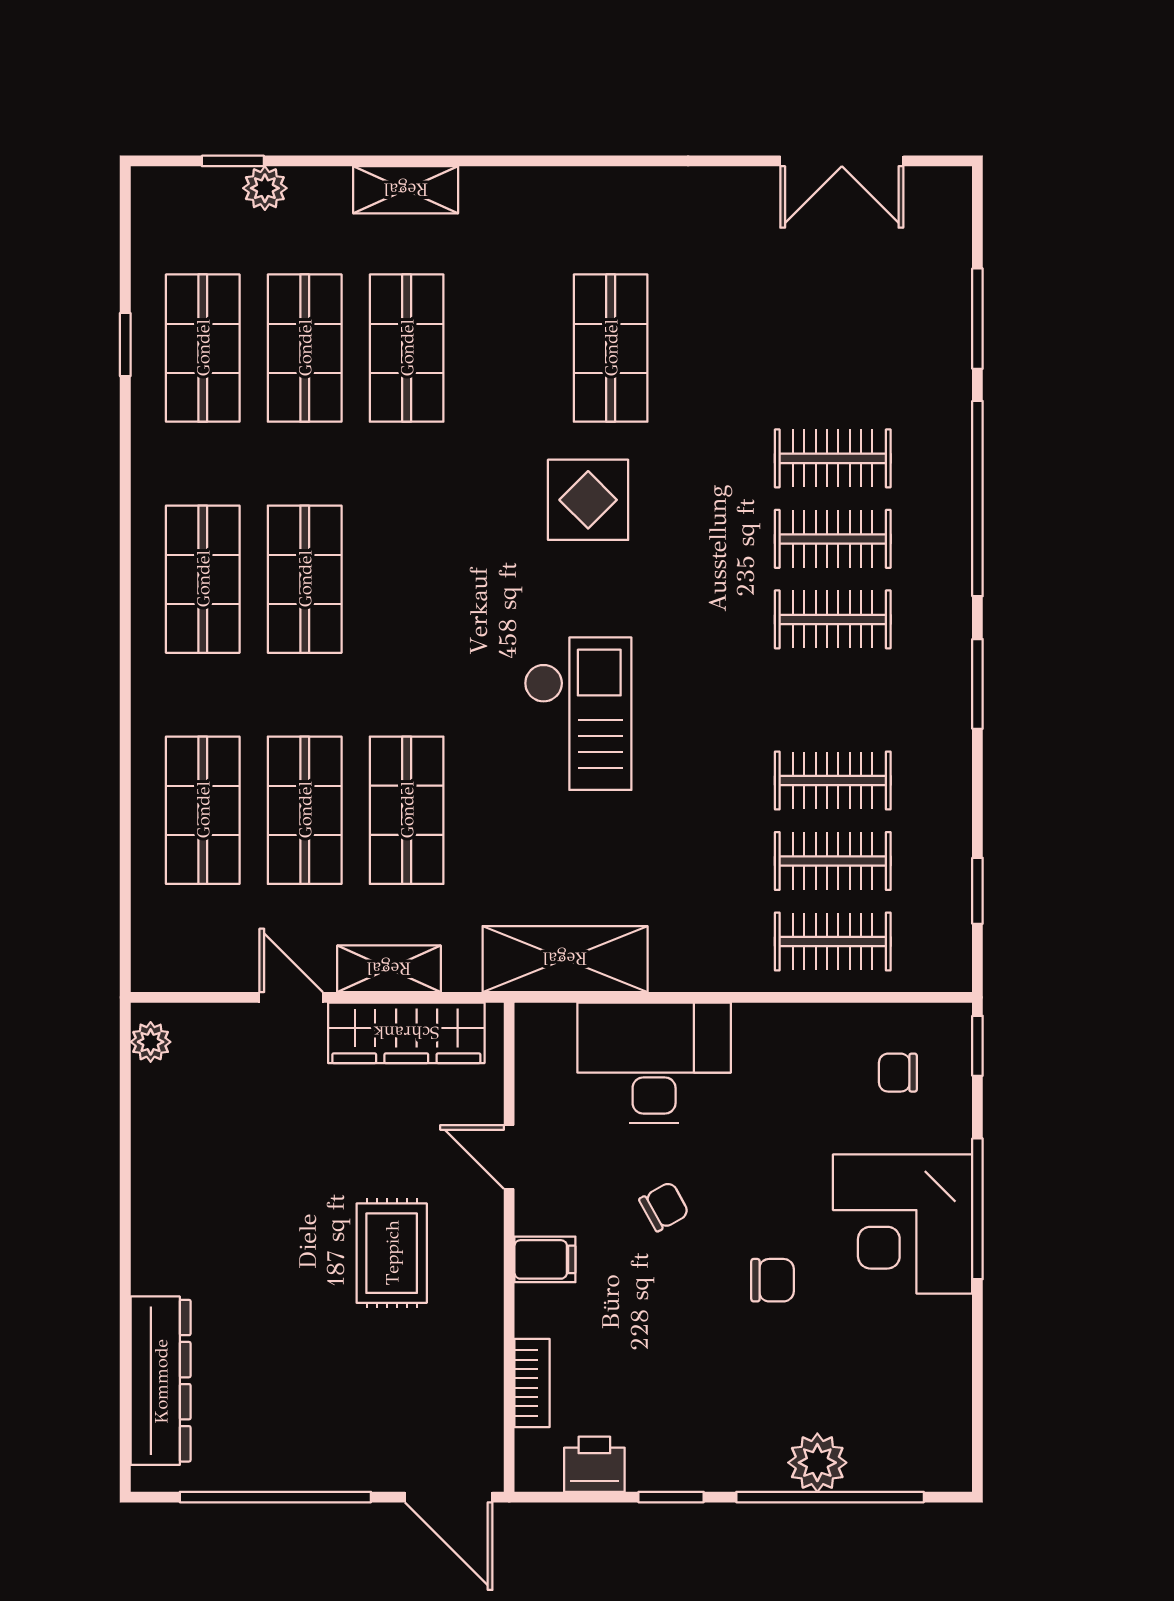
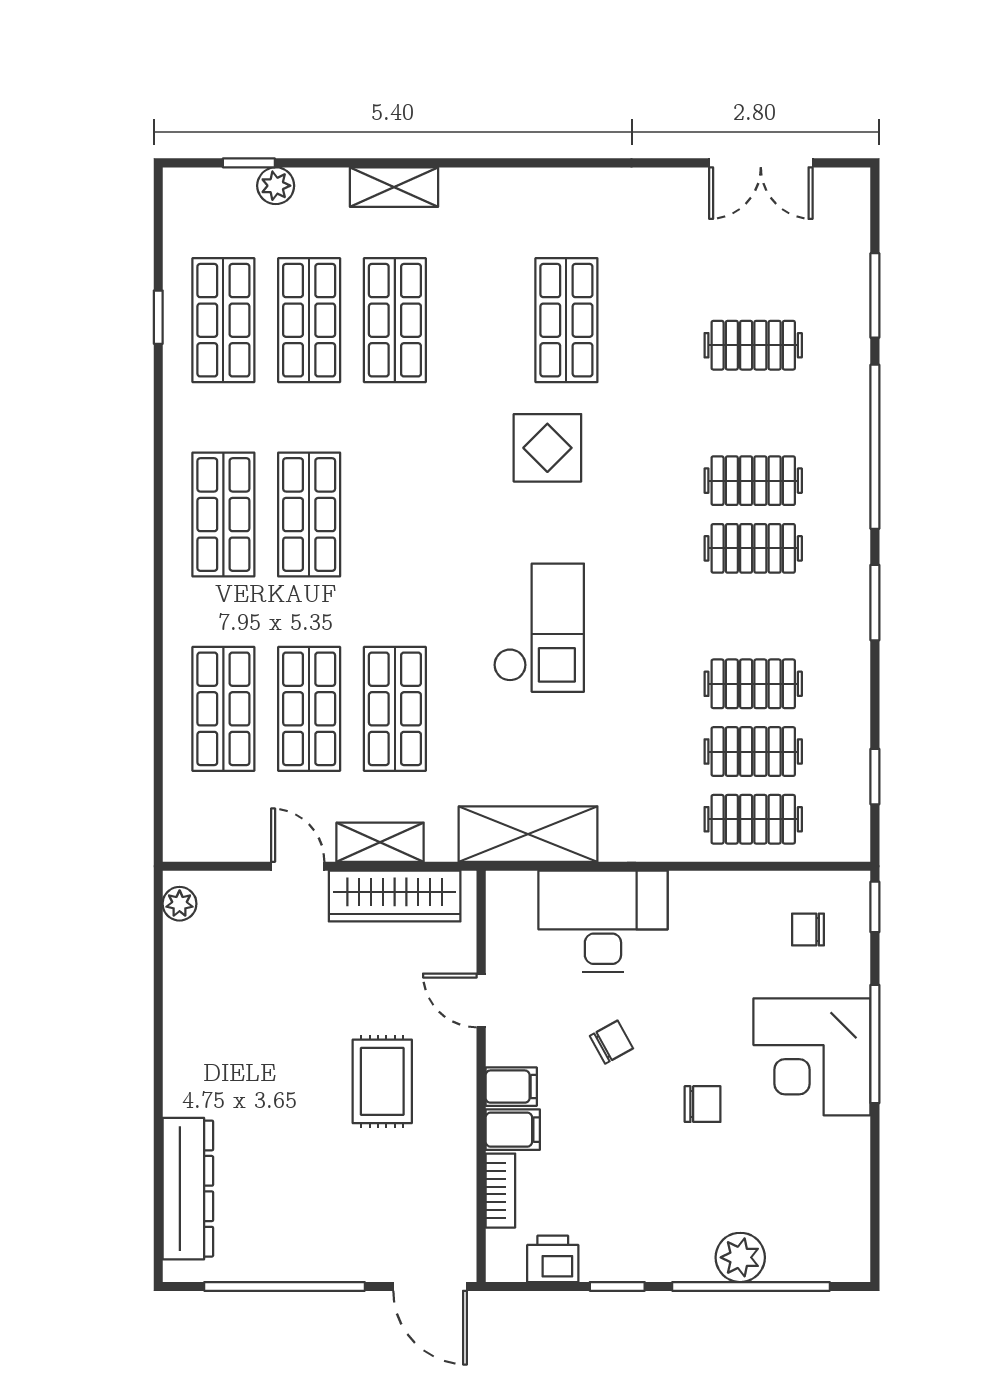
clothes rail: (833, 458) -> (753, 345), moved
filing cabinet: (547, 1311) -> (513, 1130), added

